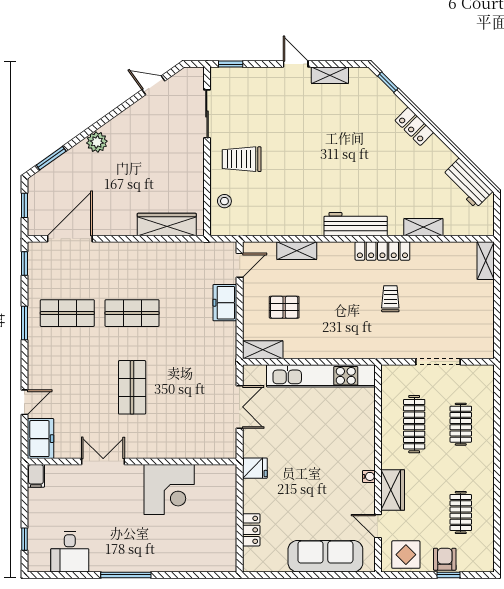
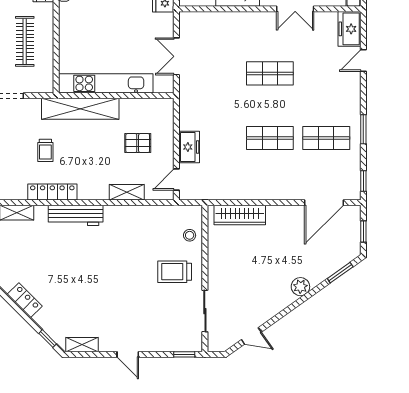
shelving: (330, 75) -> (82, 345), moved
trolley: (242, 159) -> (175, 272), turned 180
shelving: (263, 350) -> (80, 109), moved, width x2.20, depth x1.33
shop shelf: (132, 387) -> (270, 73), turned 90

